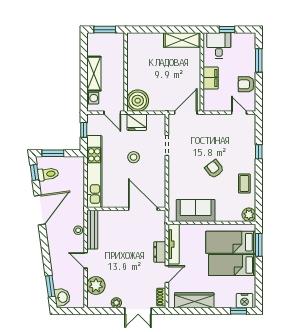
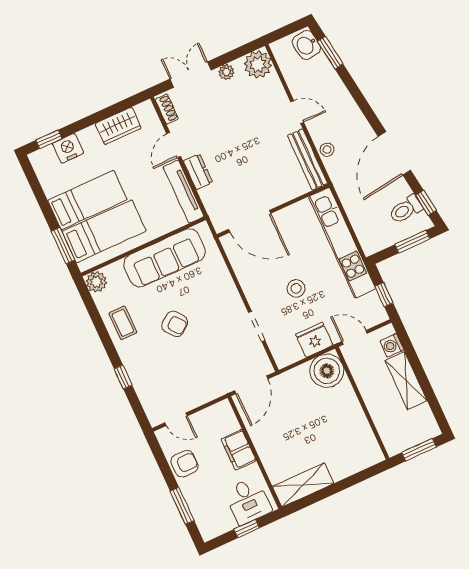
sofa: (196, 210) -> (164, 258), width x1.36
plant: (96, 285) -> (258, 64), moved
wardrobe: (194, 300) -> (118, 126), width x0.67
nightstand: (244, 301) -> (68, 148), moved

